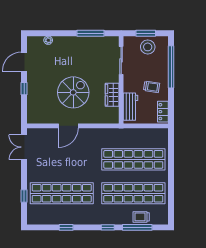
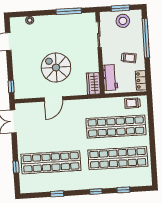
window: (24, 89) -> (11, 87), moved
spiral stairs: (73, 92) -> (56, 68), turned -90
wardrobe: (112, 95) -> (93, 84), moved
trolley: (141, 217) -> (132, 103), moved
window: (137, 227) -> (123, 190), width x0.46

